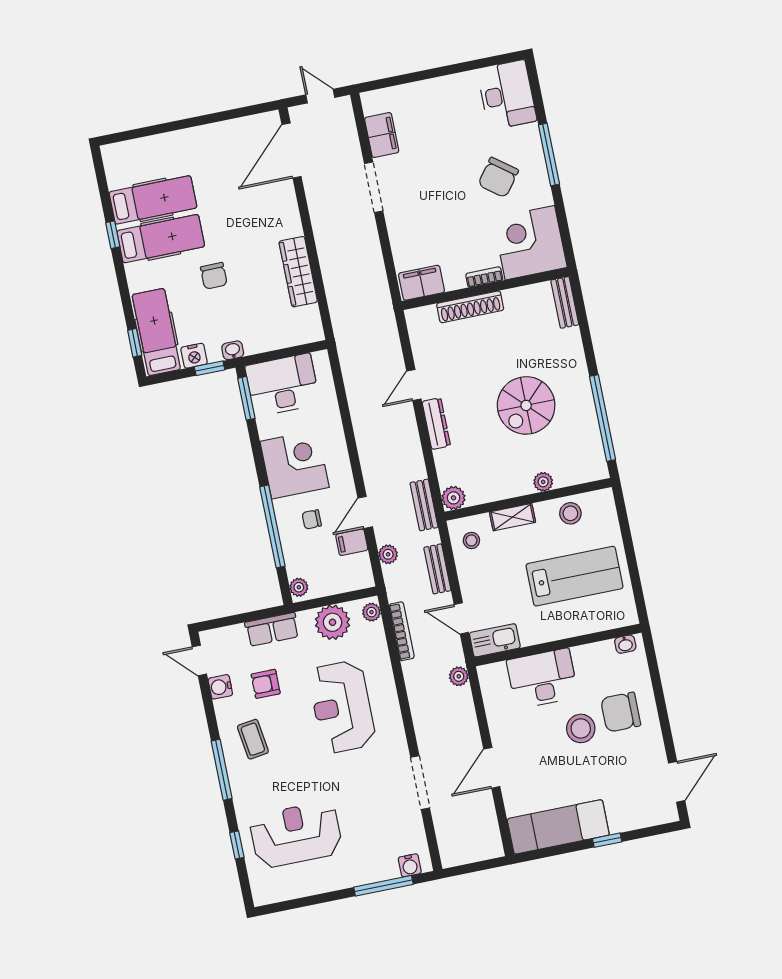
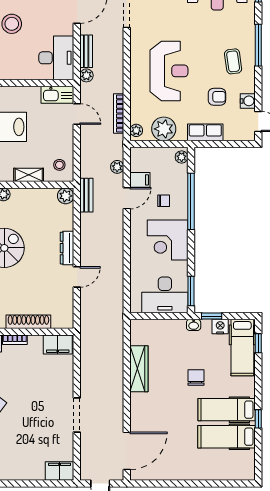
filing cabinet: (382, 135) -> (60, 471), moved, turned 90
bench: (437, 569) -> (86, 51), moved
desk: (542, 679) -> (56, 58), moved, turned -90

